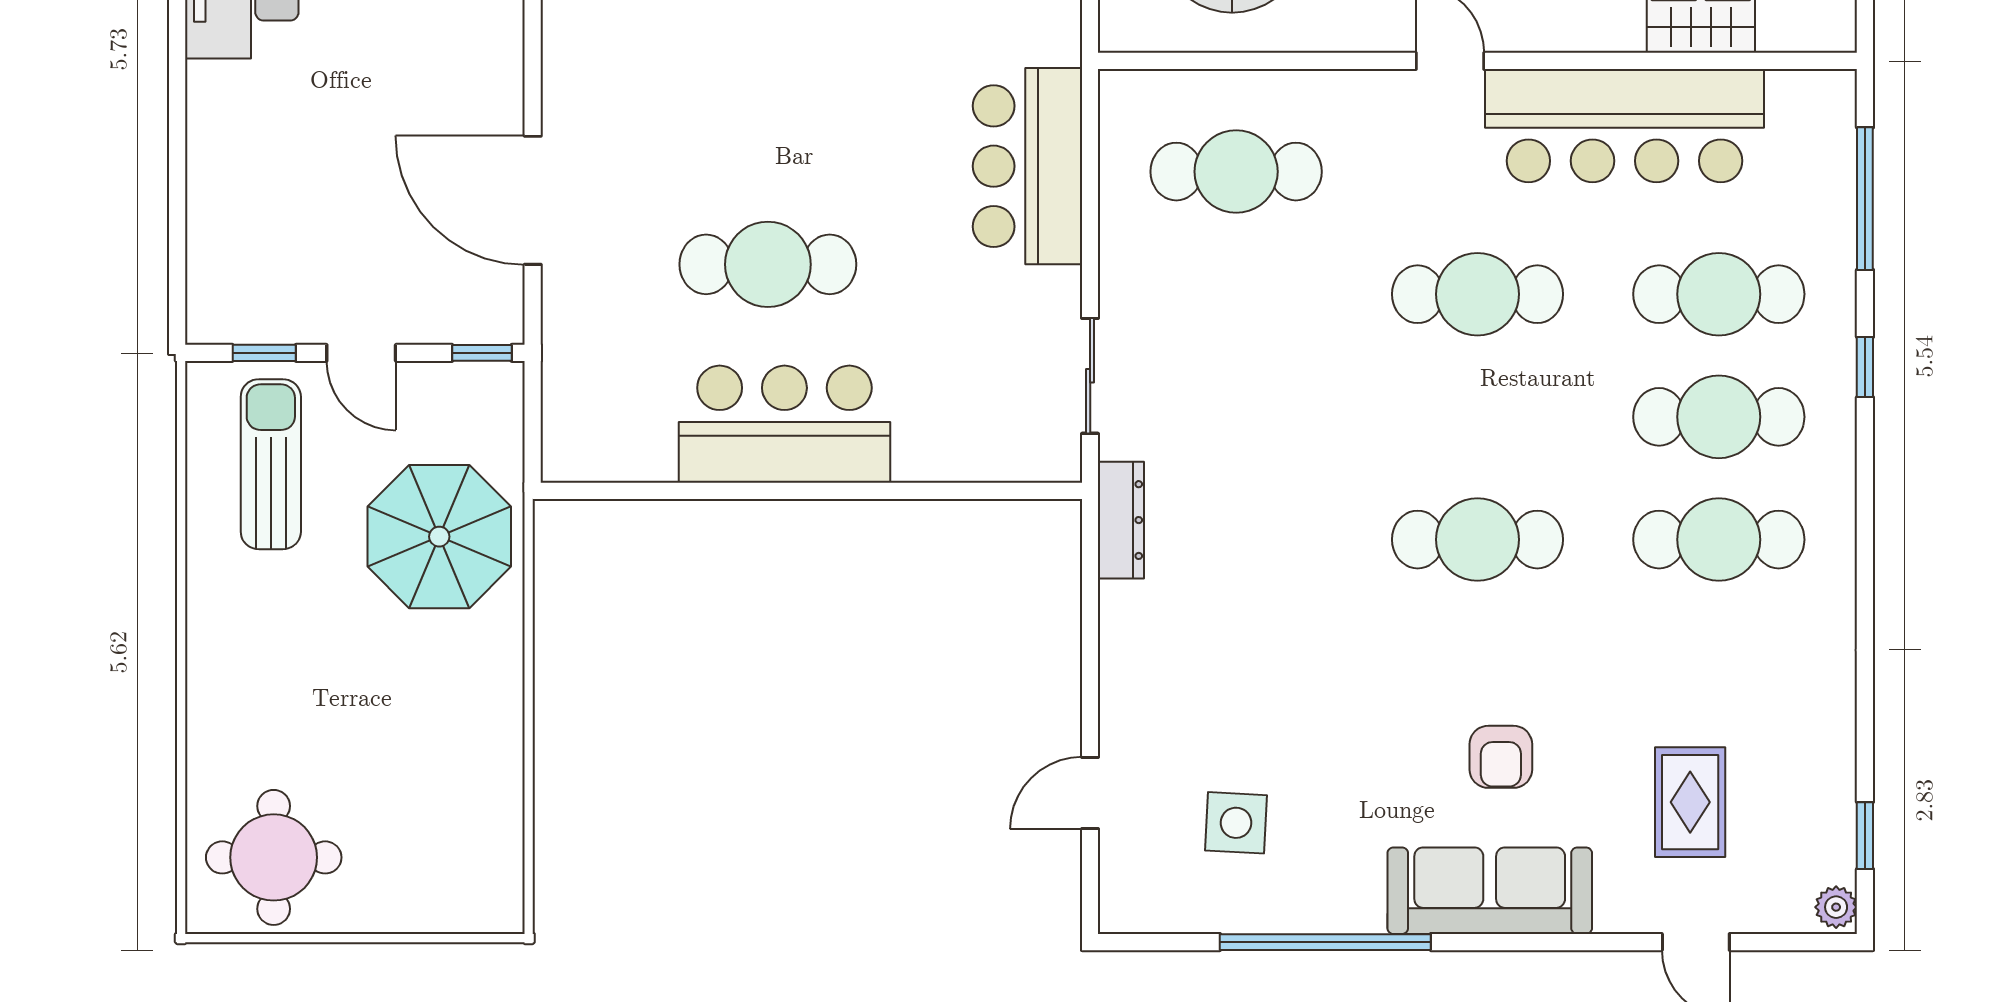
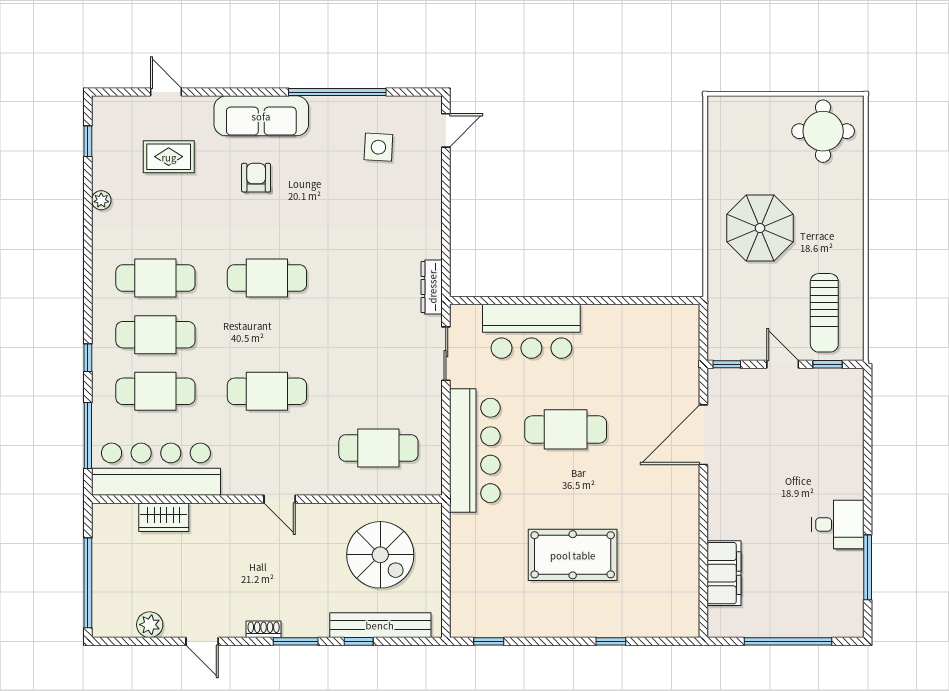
bar counter: (1625, 126) -> (156, 469), moved
bar counter: (1027, 166) -> (475, 450), width x1.36
door: (533, 200) -> (703, 435), swing flipped
cafe table: (768, 264) -> (566, 429), moved
bar counter: (784, 424) -> (531, 331), moved
parasol: (439, 537) -> (760, 228), moved
door: (1090, 793) -> (446, 130), moved
rug: (1690, 802) -> (169, 157), turned 90
plant: (1836, 907) -> (101, 200), moved

